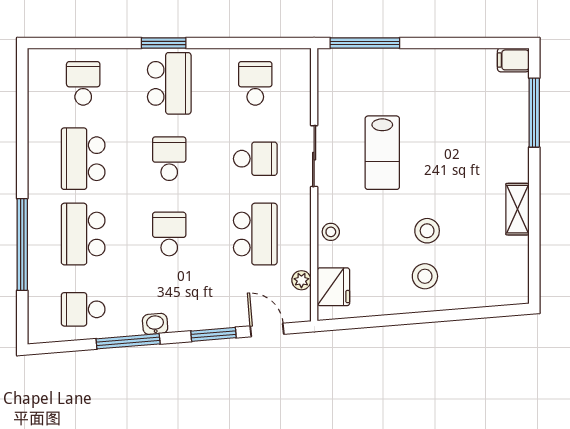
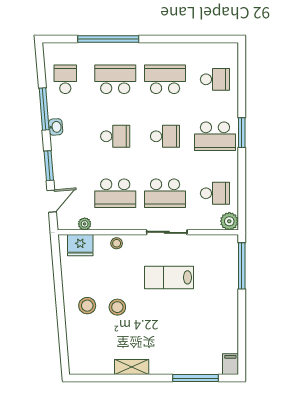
plant: (297, 62) -> (229, 221), added
school desk: (255, 159) -> (165, 193), width x1.85

